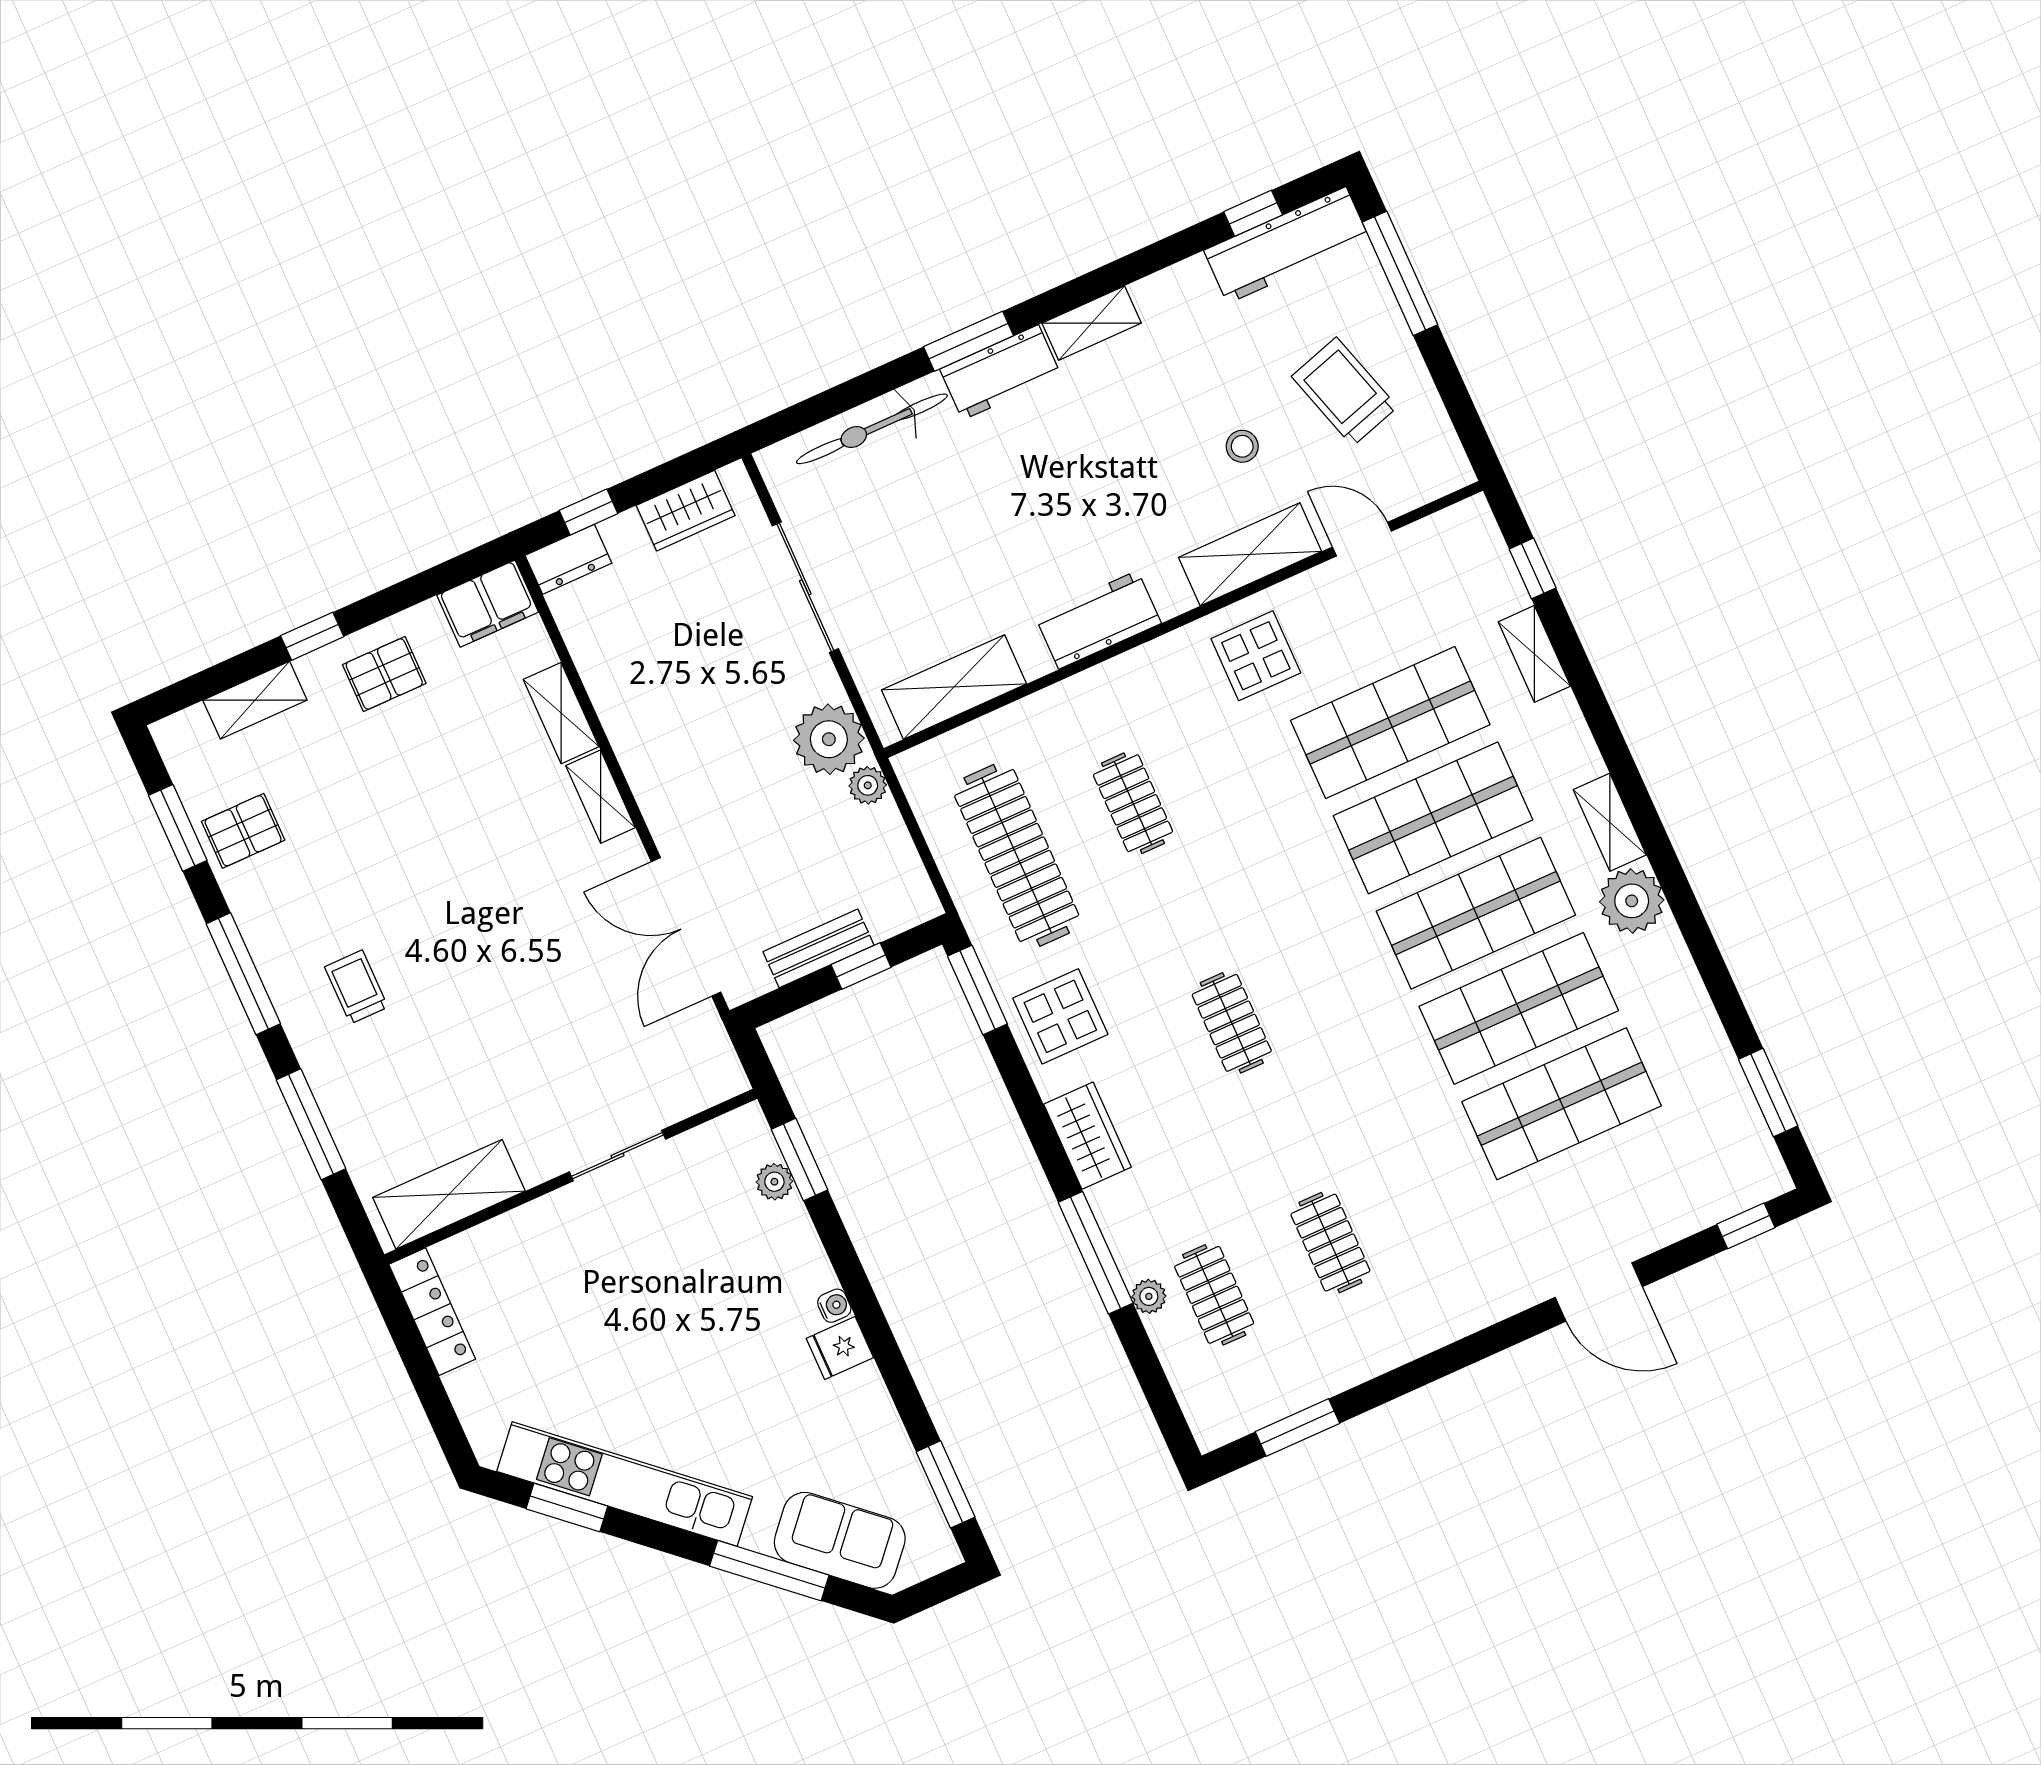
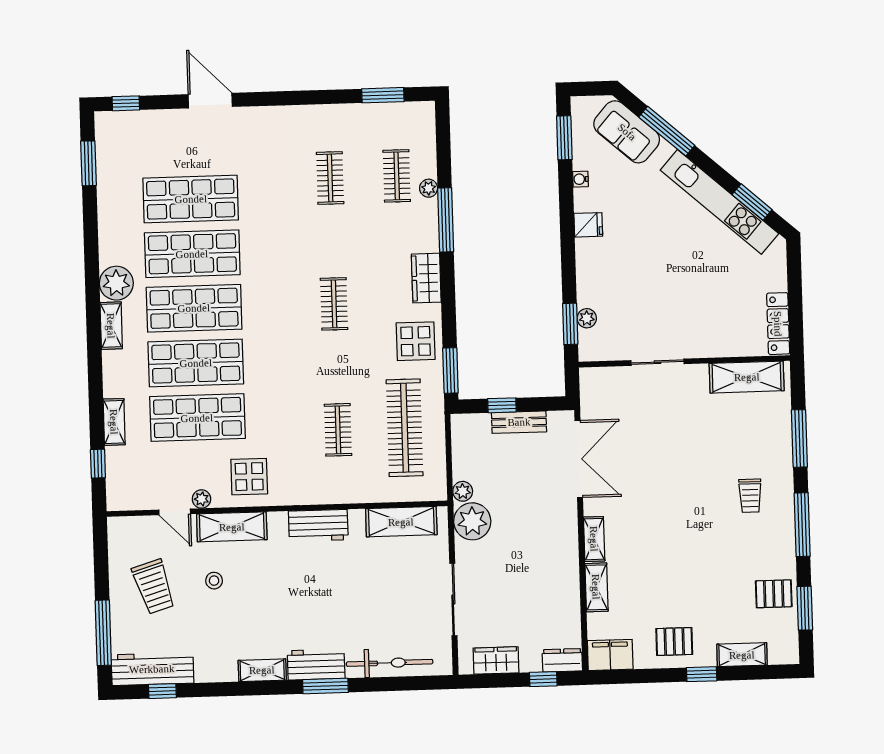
plant: (1324, 581) -> (201, 499), added
water cooler: (834, 1306) -> (580, 179), moved

